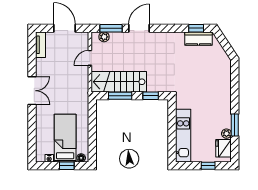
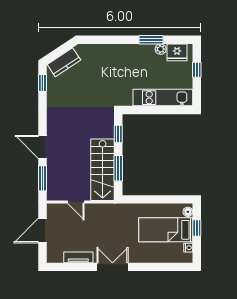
plant: (104, 37) -> (52, 186), removed
kitchen counter: (198, 39) -> (64, 62), moved, turned 57
tv unit: (41, 45) -> (78, 257), moved

